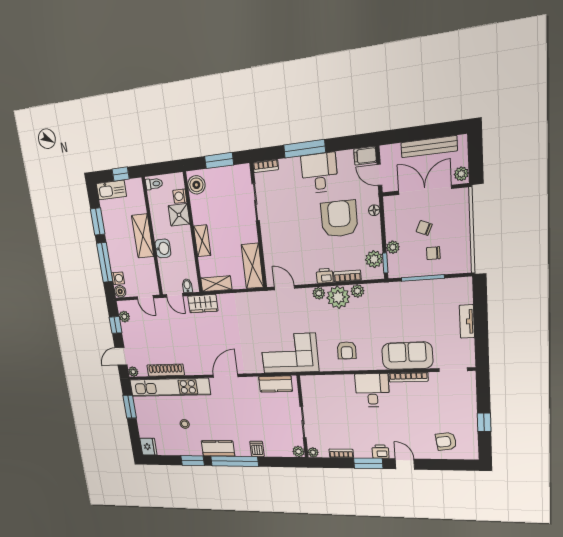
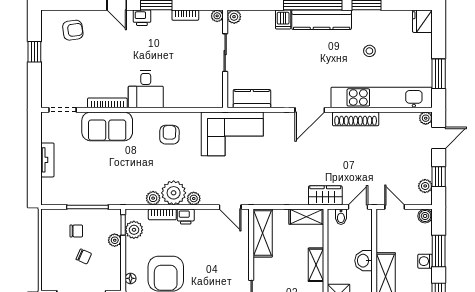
window: (105, 262) -> (439, 251), width x0.69
washing machine: (118, 278) -> (425, 261), moved
door: (175, 295) -> (358, 207), hinge flipped
shoe rack: (166, 370) -> (356, 119), moved
kitchen counter: (218, 448) -> (322, 20), width x1.50

